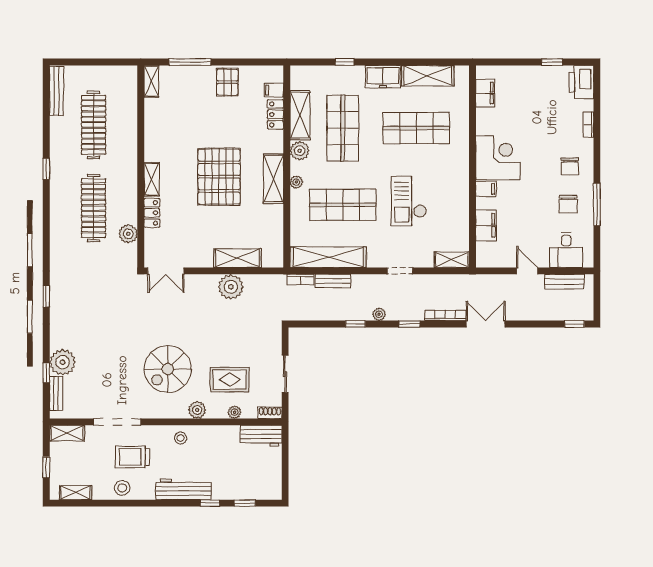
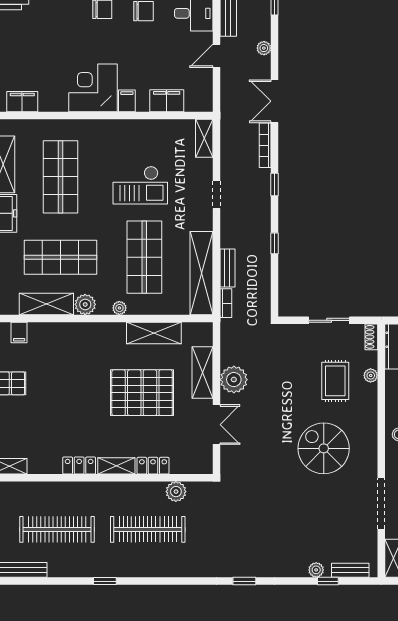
locker: (275, 114) -> (79, 465), moved, turned 180
pallet: (219, 177) -> (142, 393), moved
shelving: (273, 179) -> (154, 333), moved
double door: (166, 271) -> (216, 425), moved
plant: (379, 314) -> (264, 48), moved
plant: (63, 362) -> (316, 570), width x0.53, depth x0.53
spiral stairs: (168, 369) -> (324, 448), turned 180
plant: (197, 410) -> (368, 416), removed

